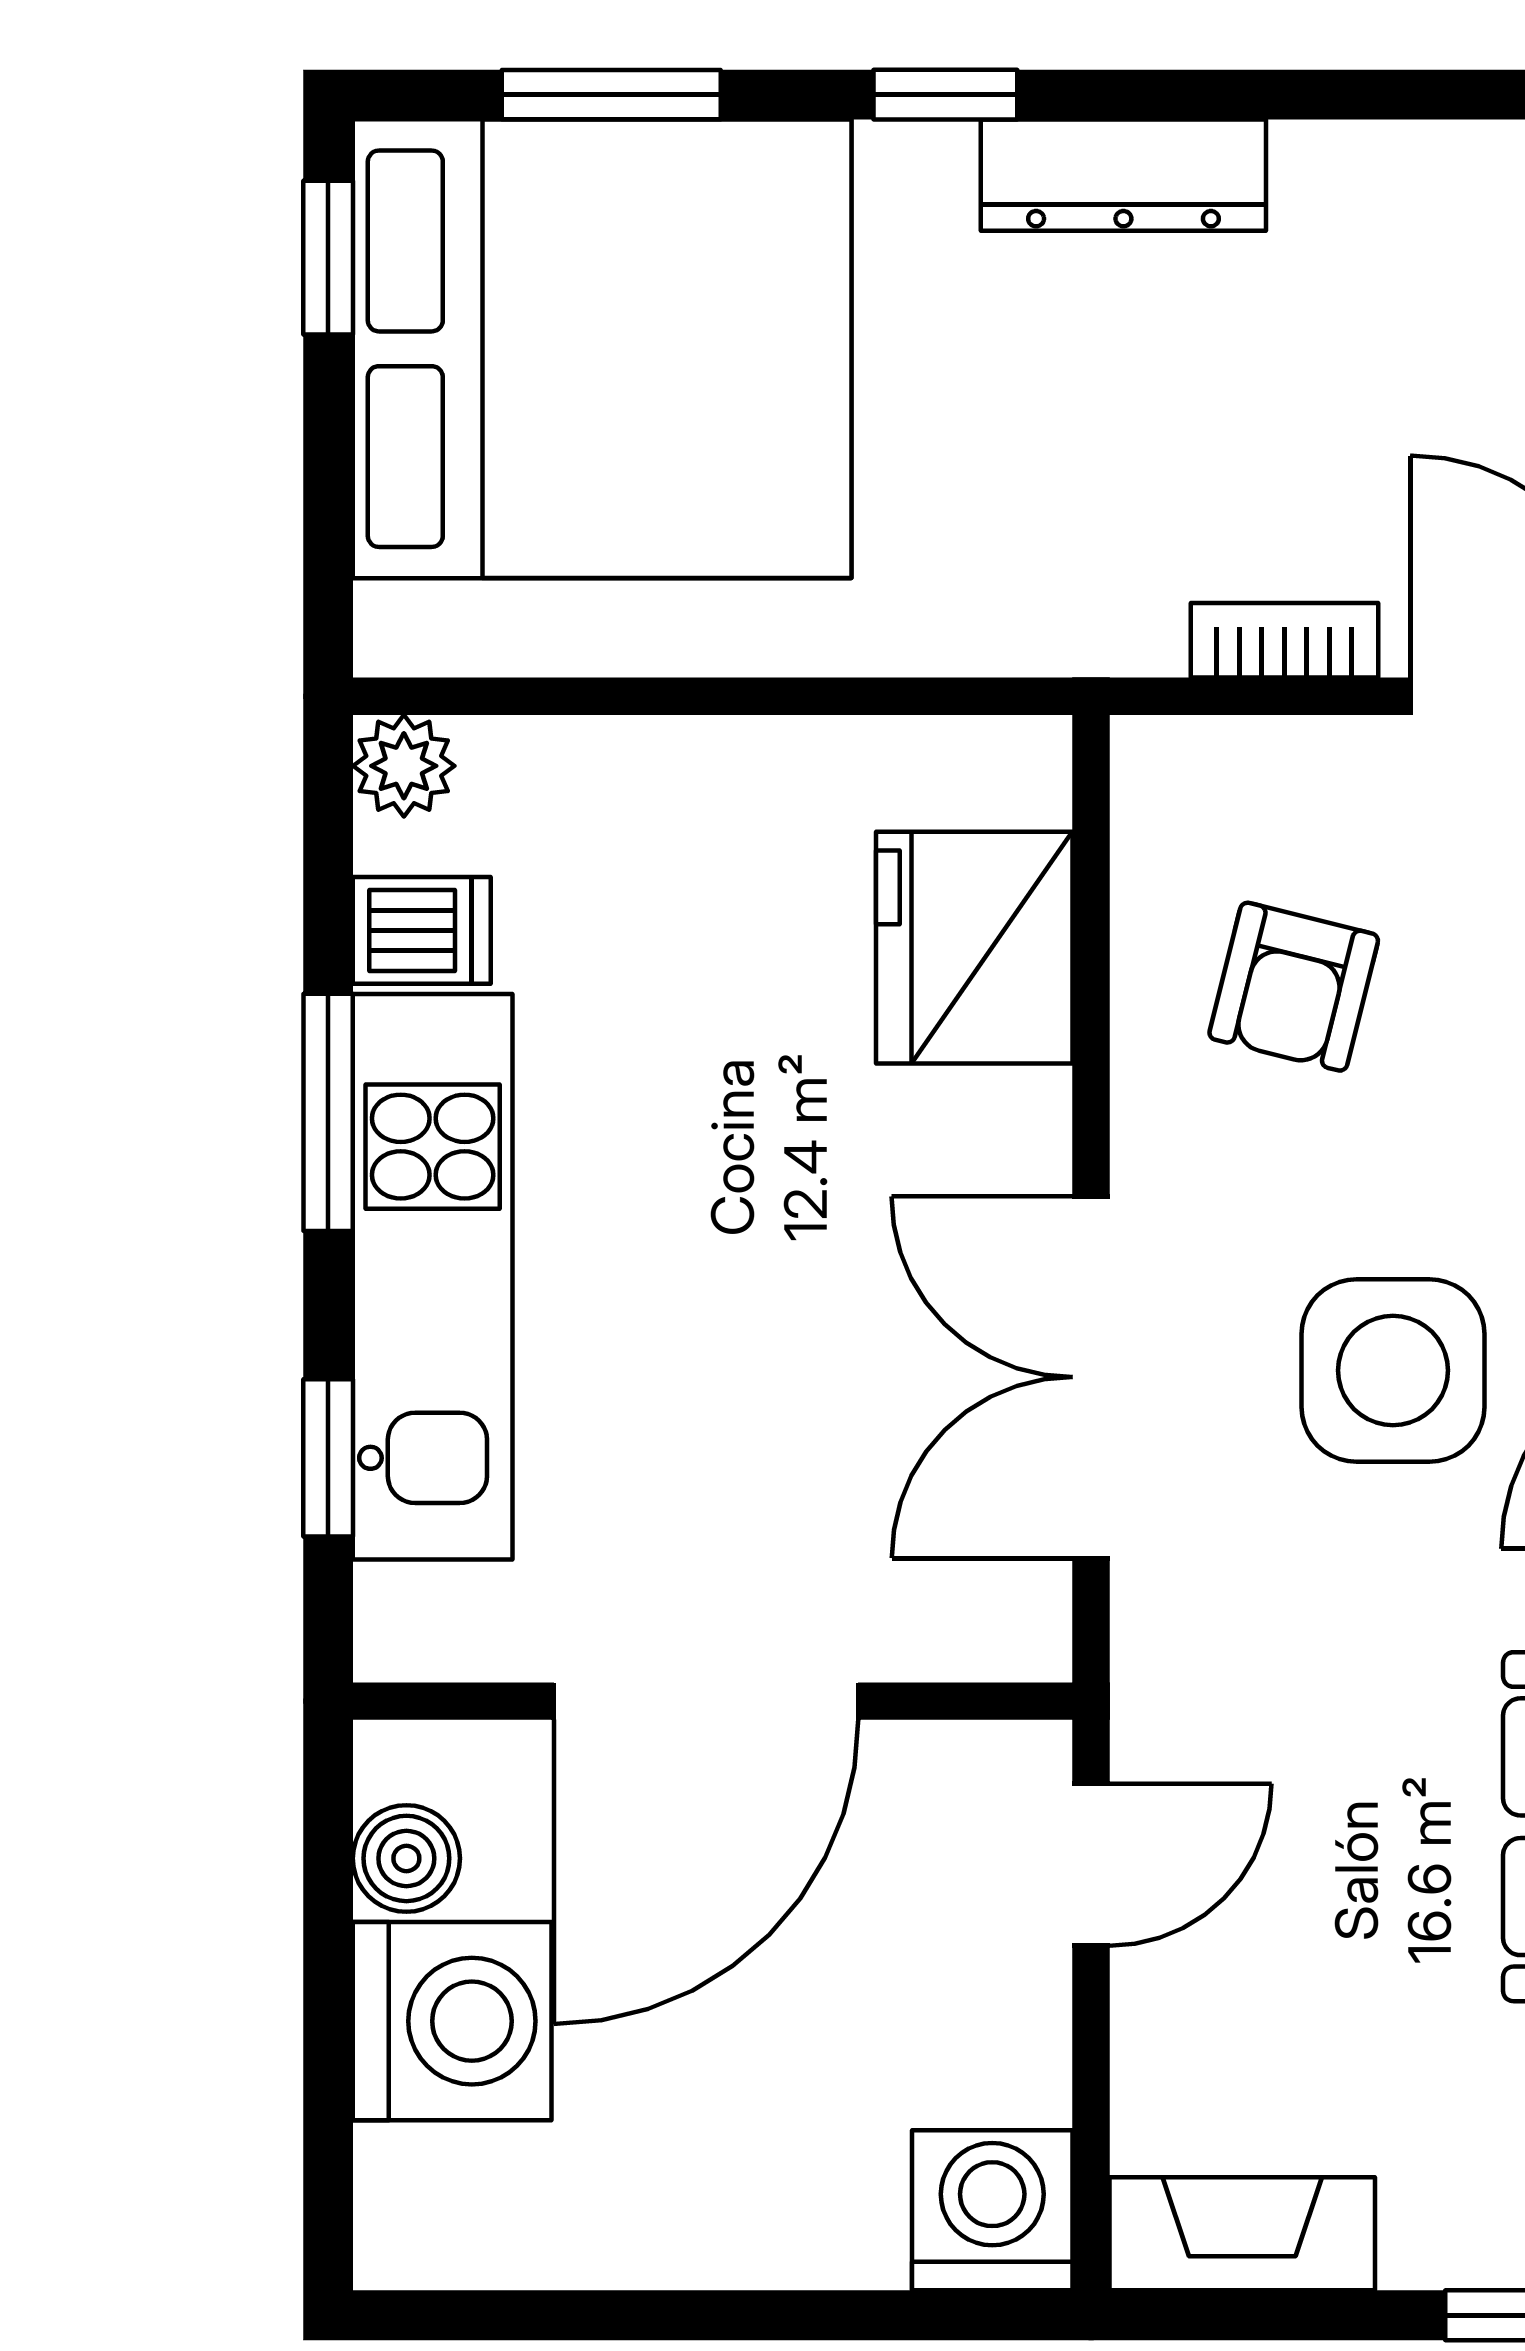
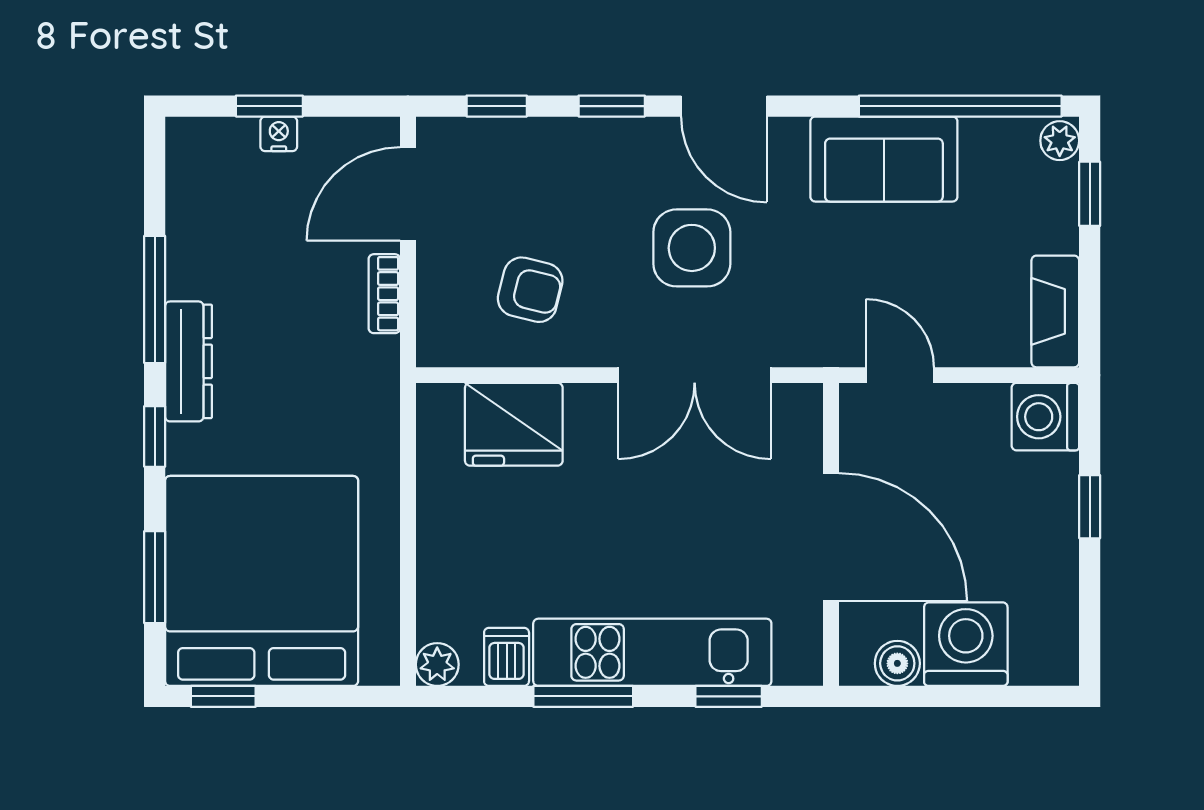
window: (1271, 95) -> (155, 299), added
window: (778, 2315) -> (1090, 507), added

